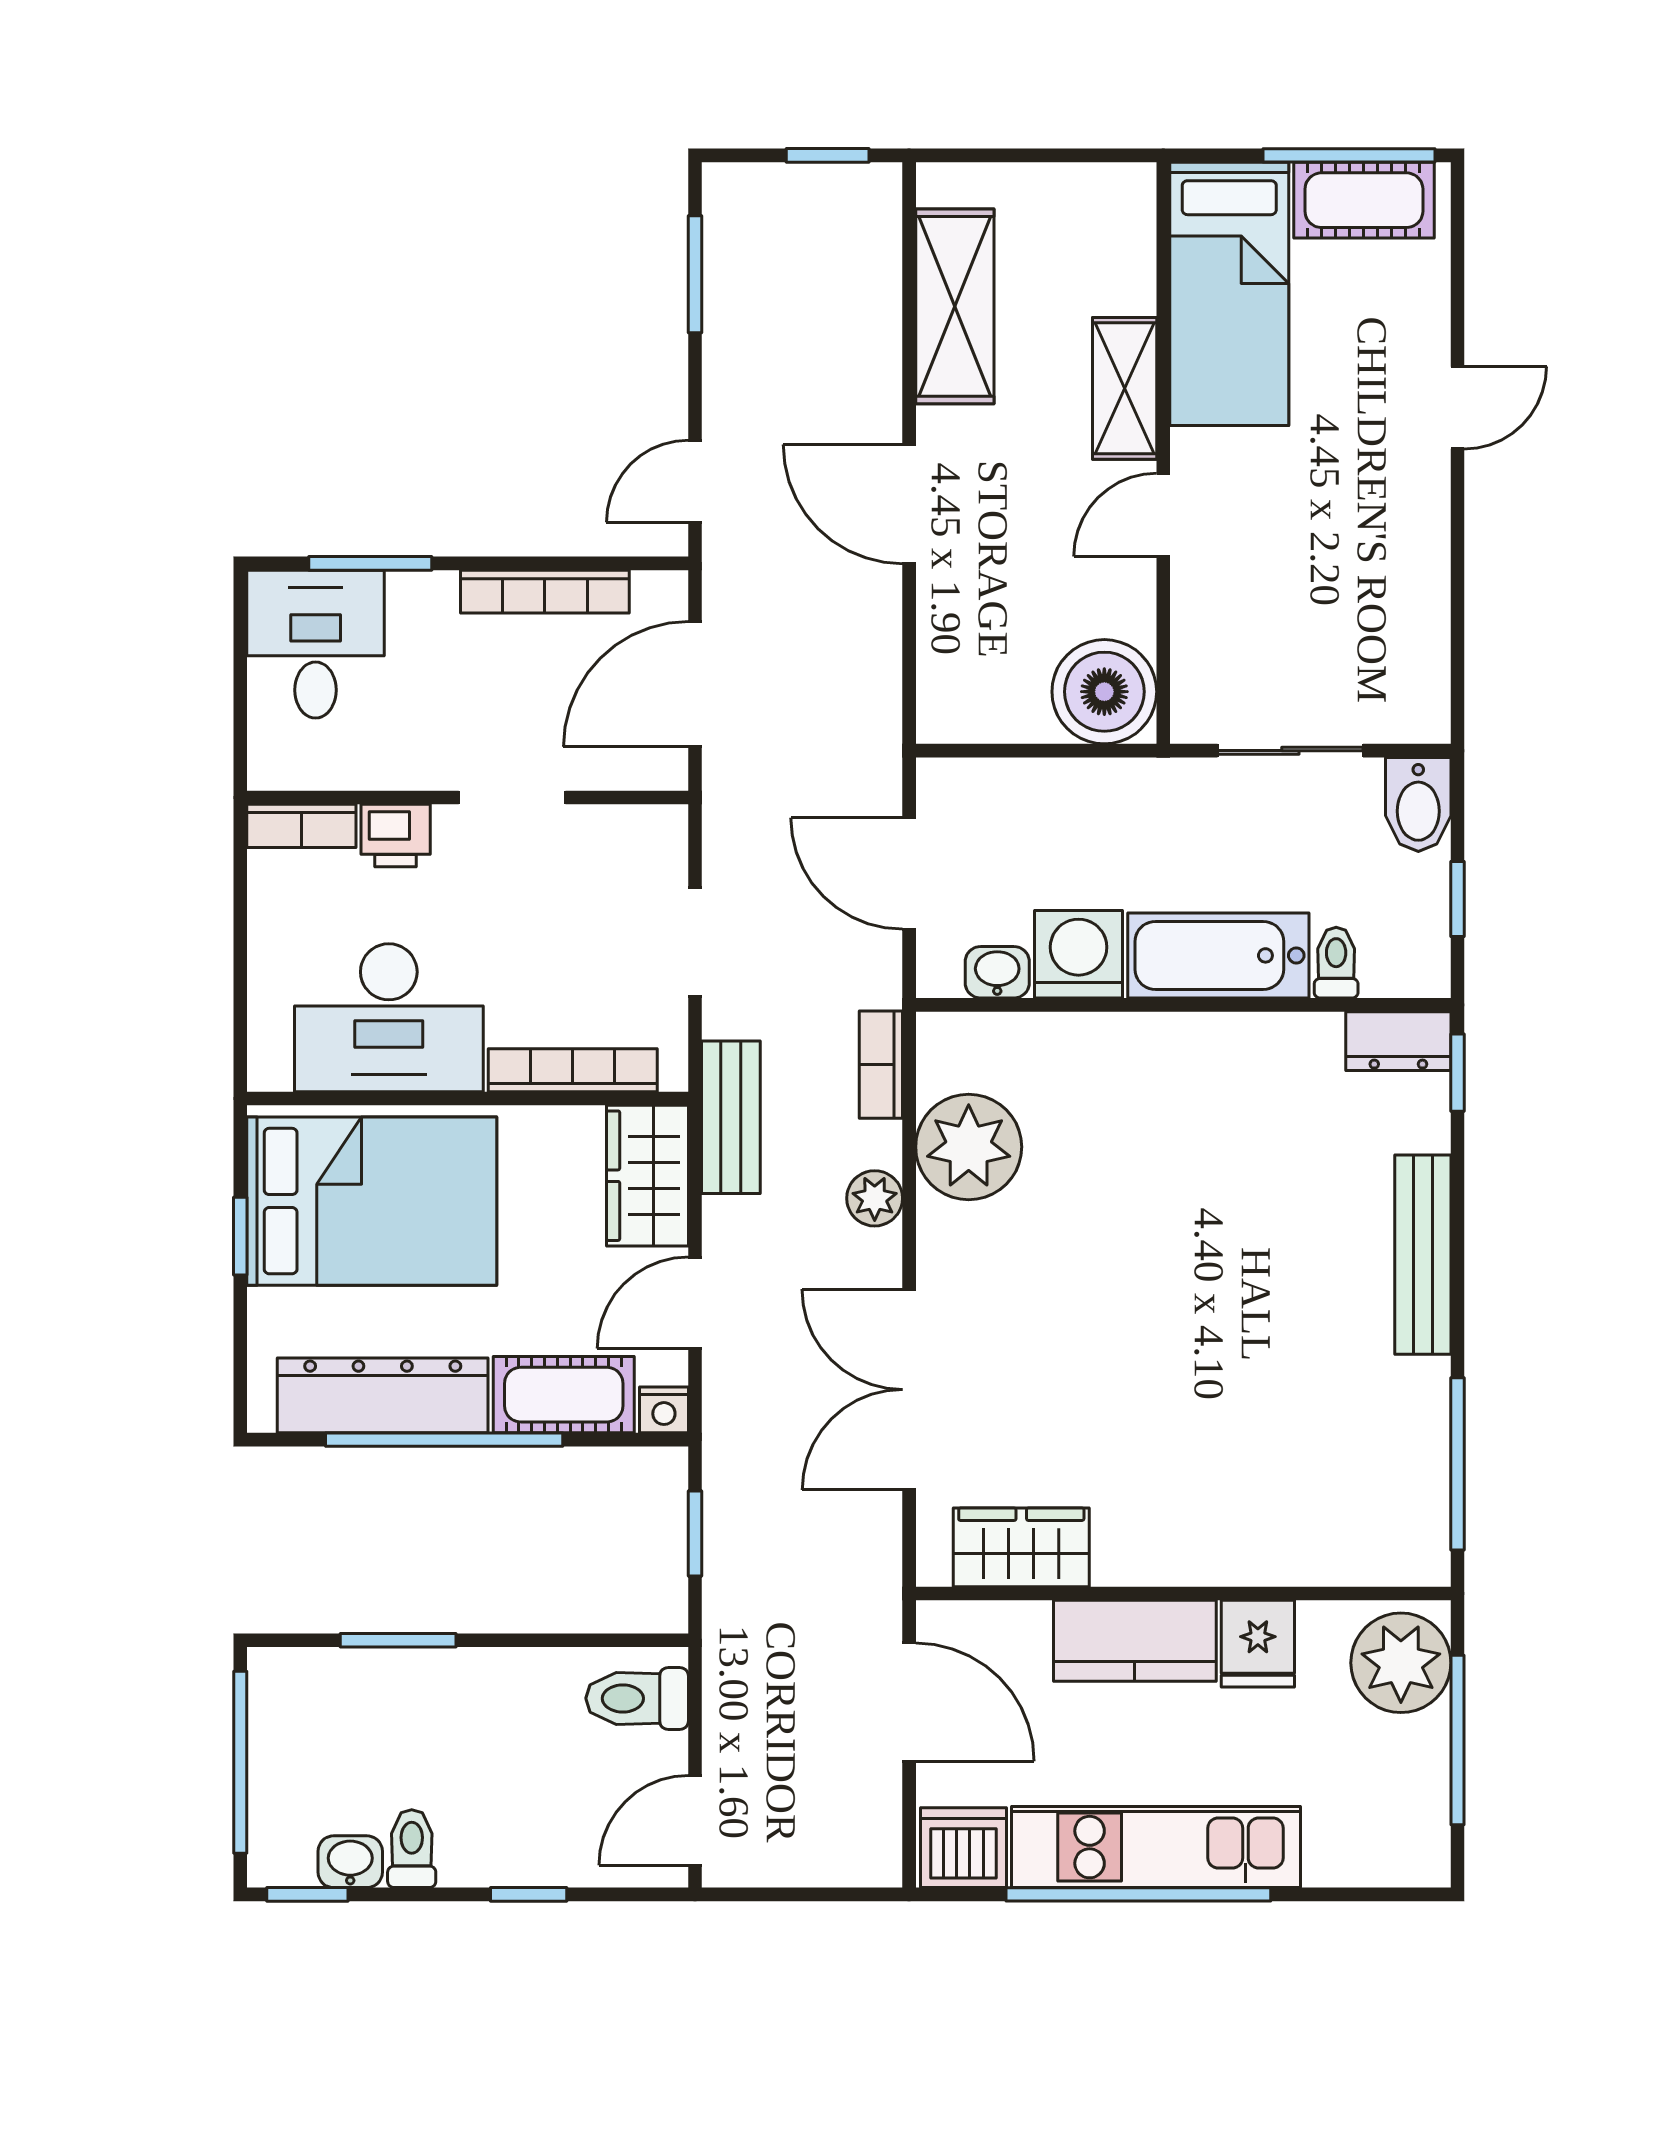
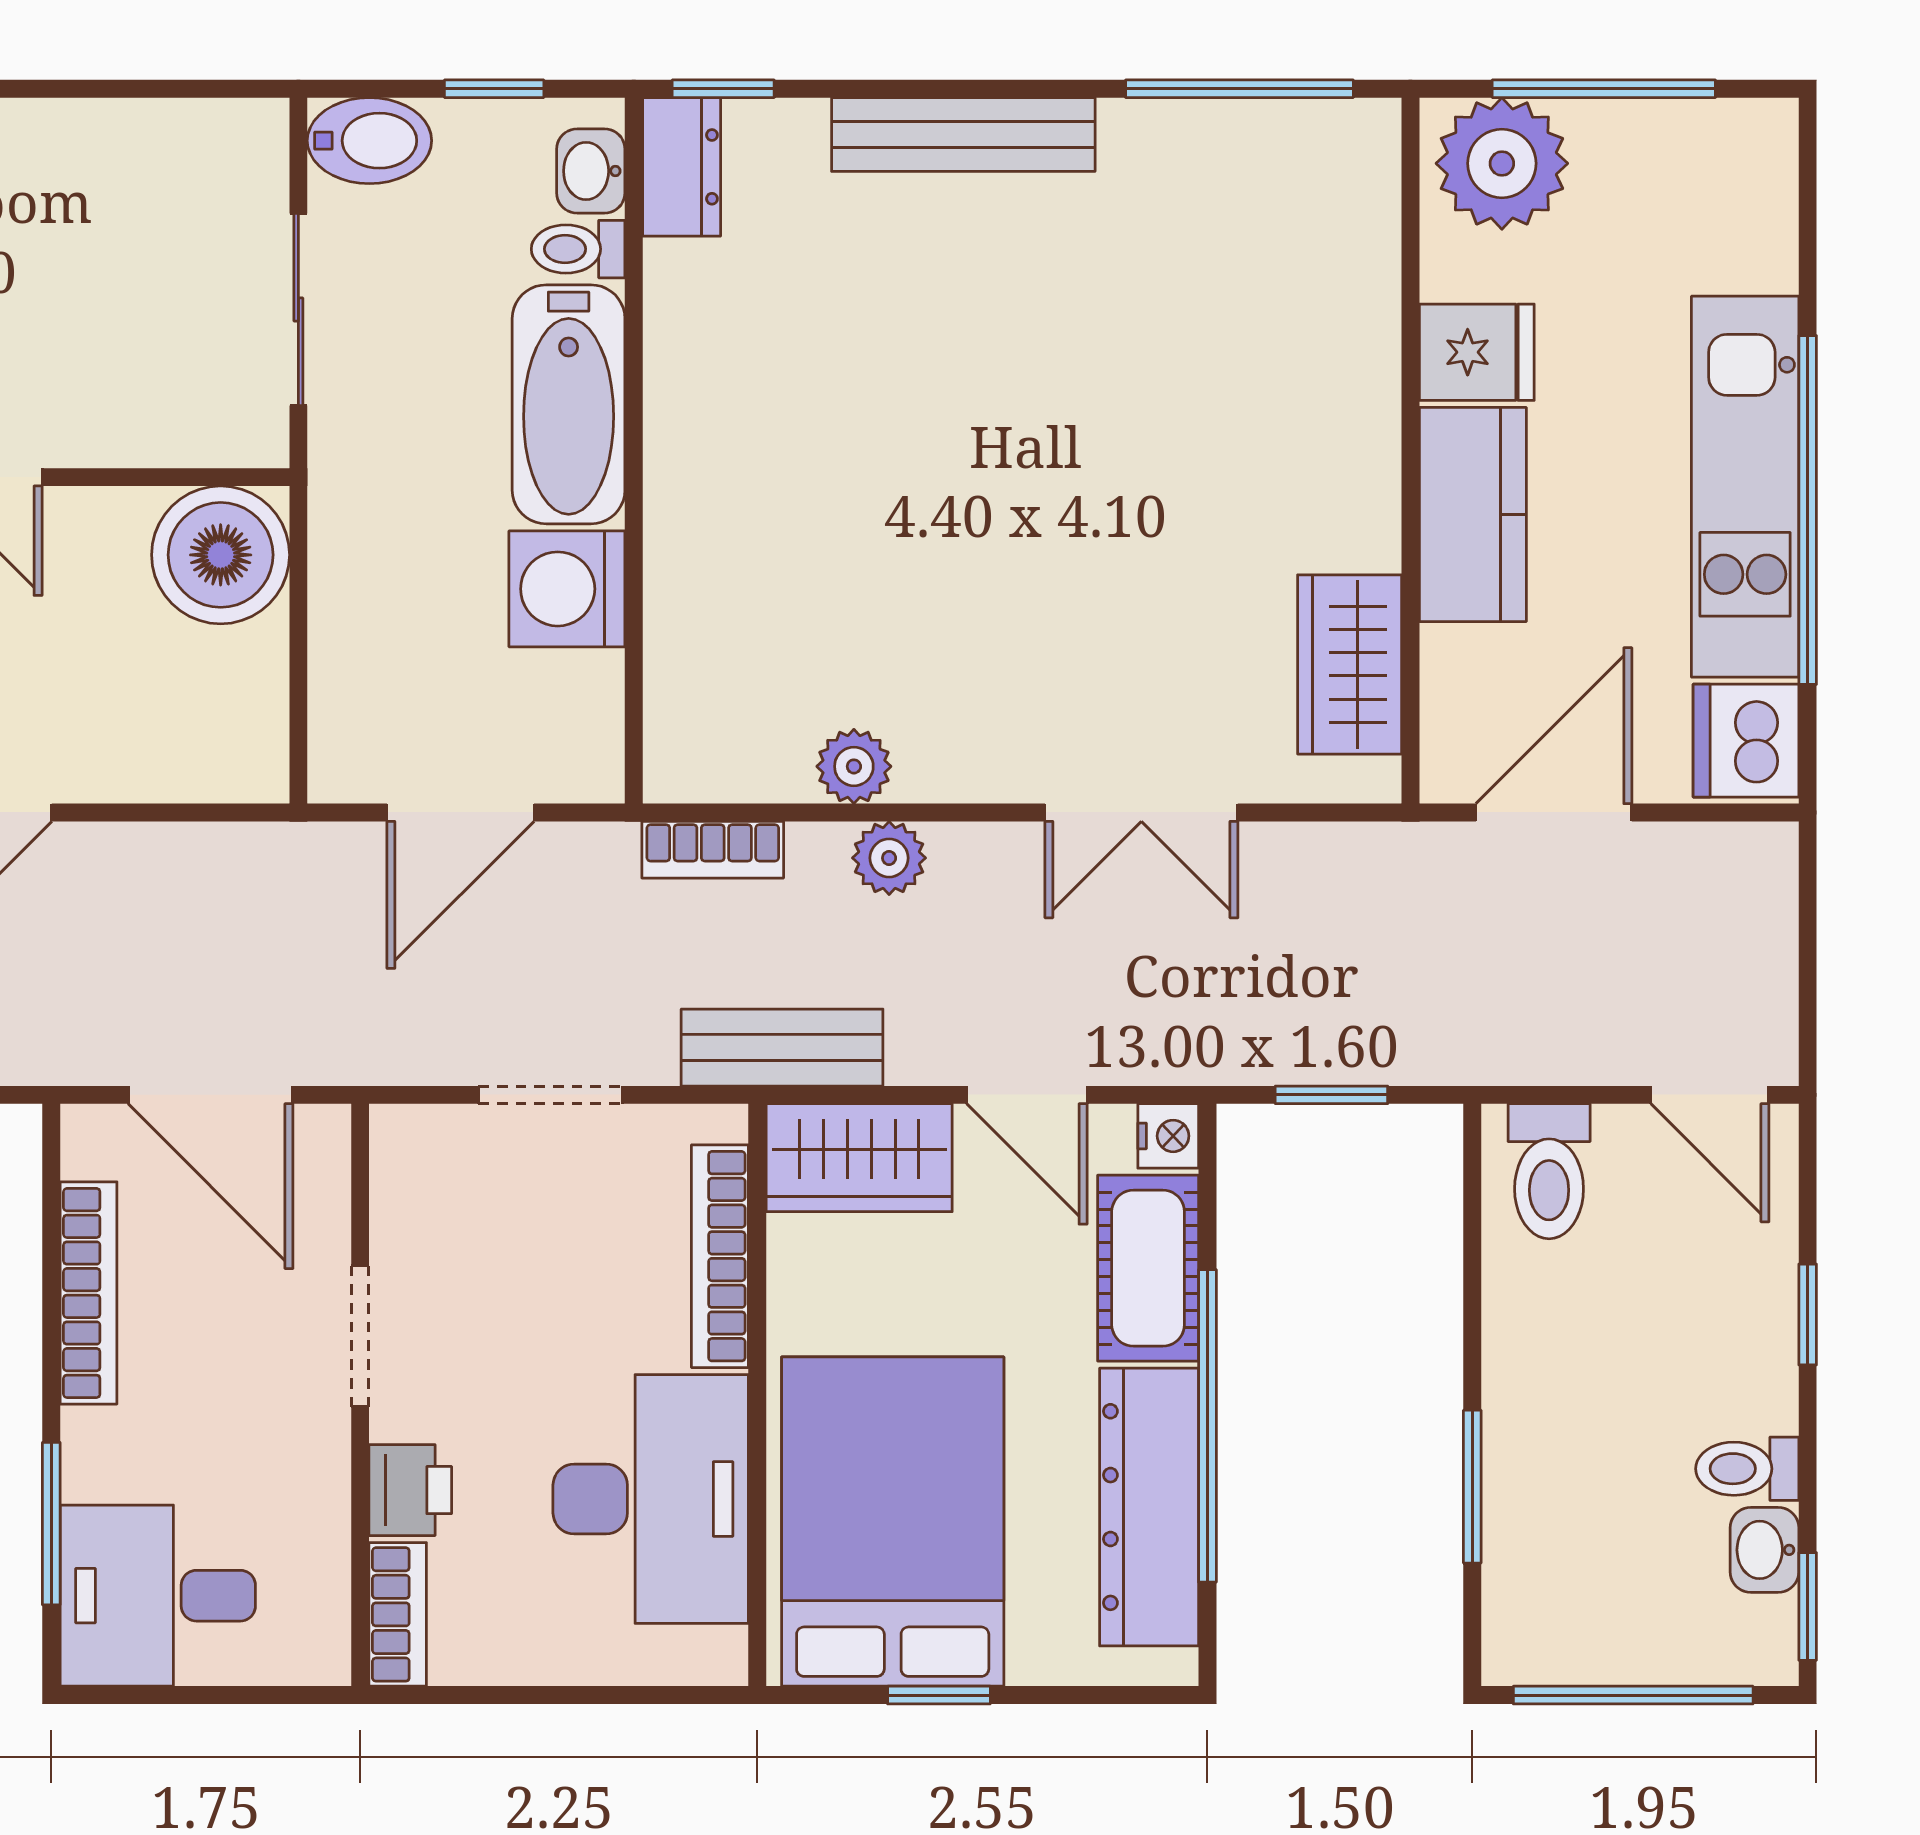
washbasin: (997, 972) -> (591, 171), moved
plant: (969, 1147) -> (854, 766), width x0.53, depth x0.53
double door: (909, 1390) -> (1141, 812), width x0.73

